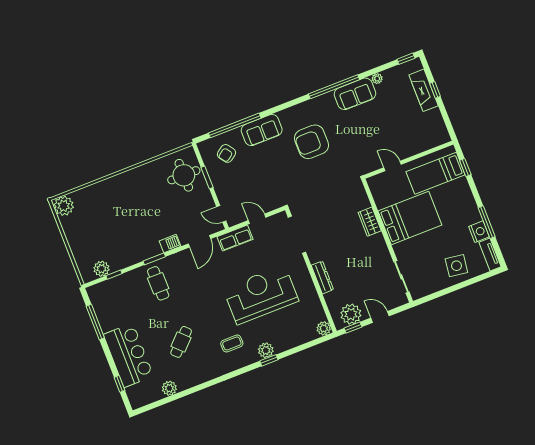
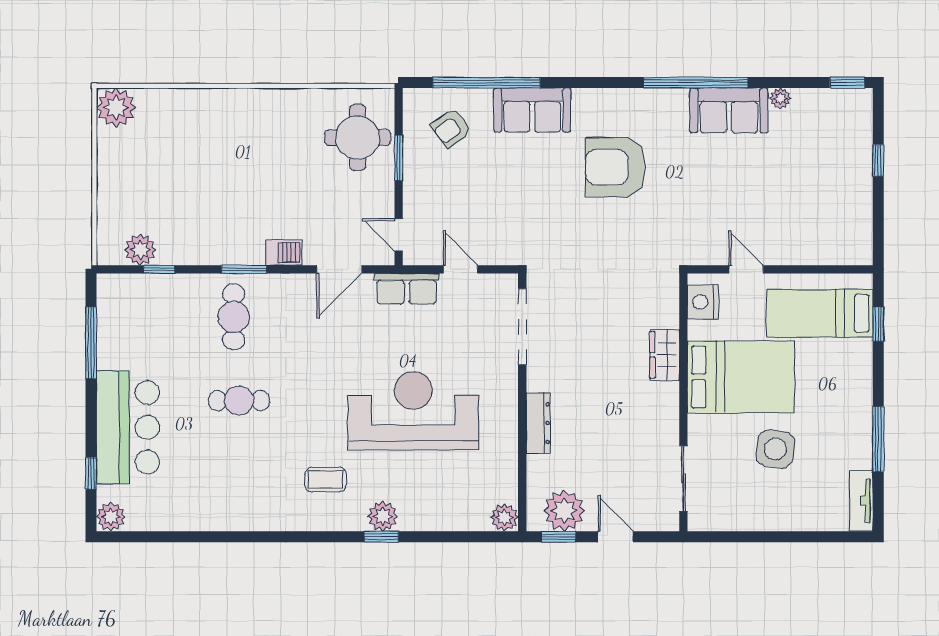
fireplace: (424, 90) -> (857, 153), removed
nightstand: (479, 232) -> (703, 302), moved, turned 180
side table: (456, 266) -> (775, 449), moved
cafe table: (181, 342) -> (239, 401), moved, turned 45
plant: (169, 388) -> (111, 517), moved

